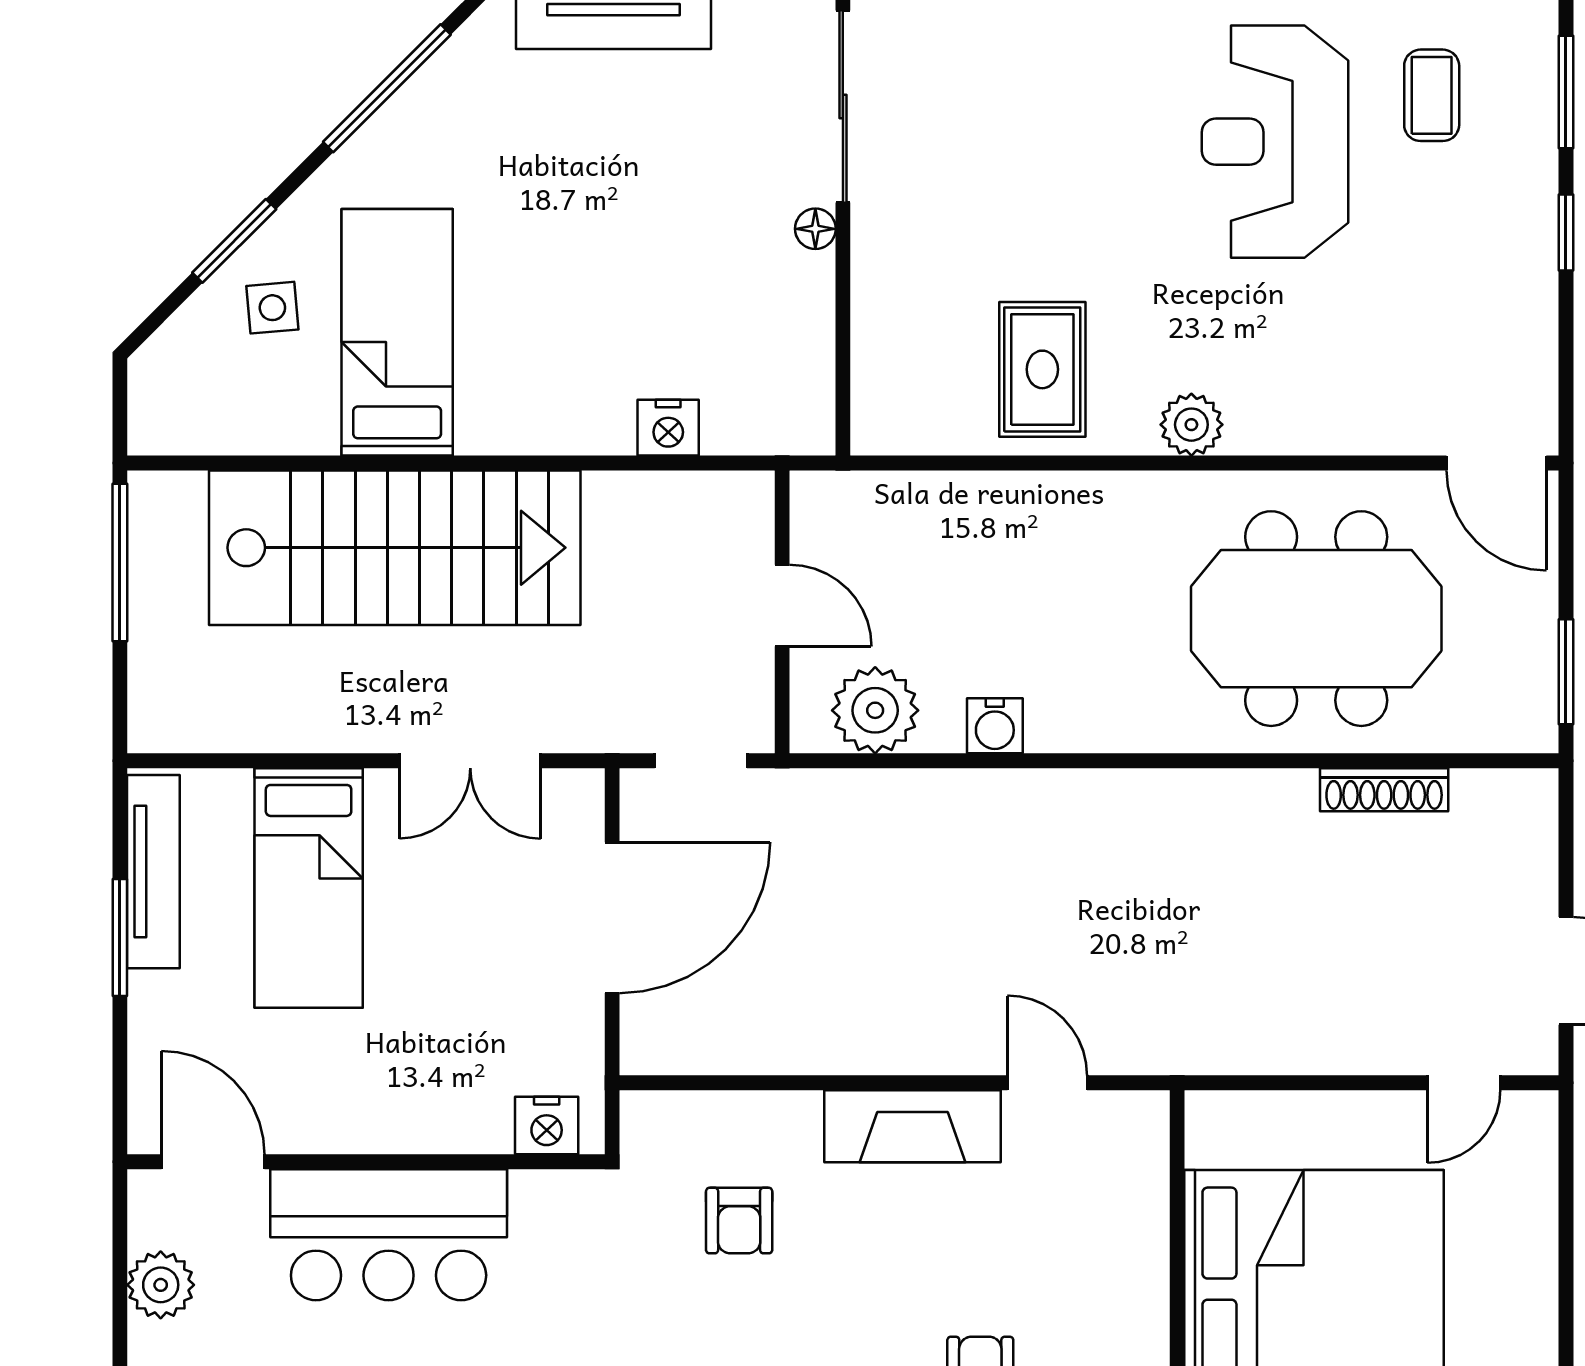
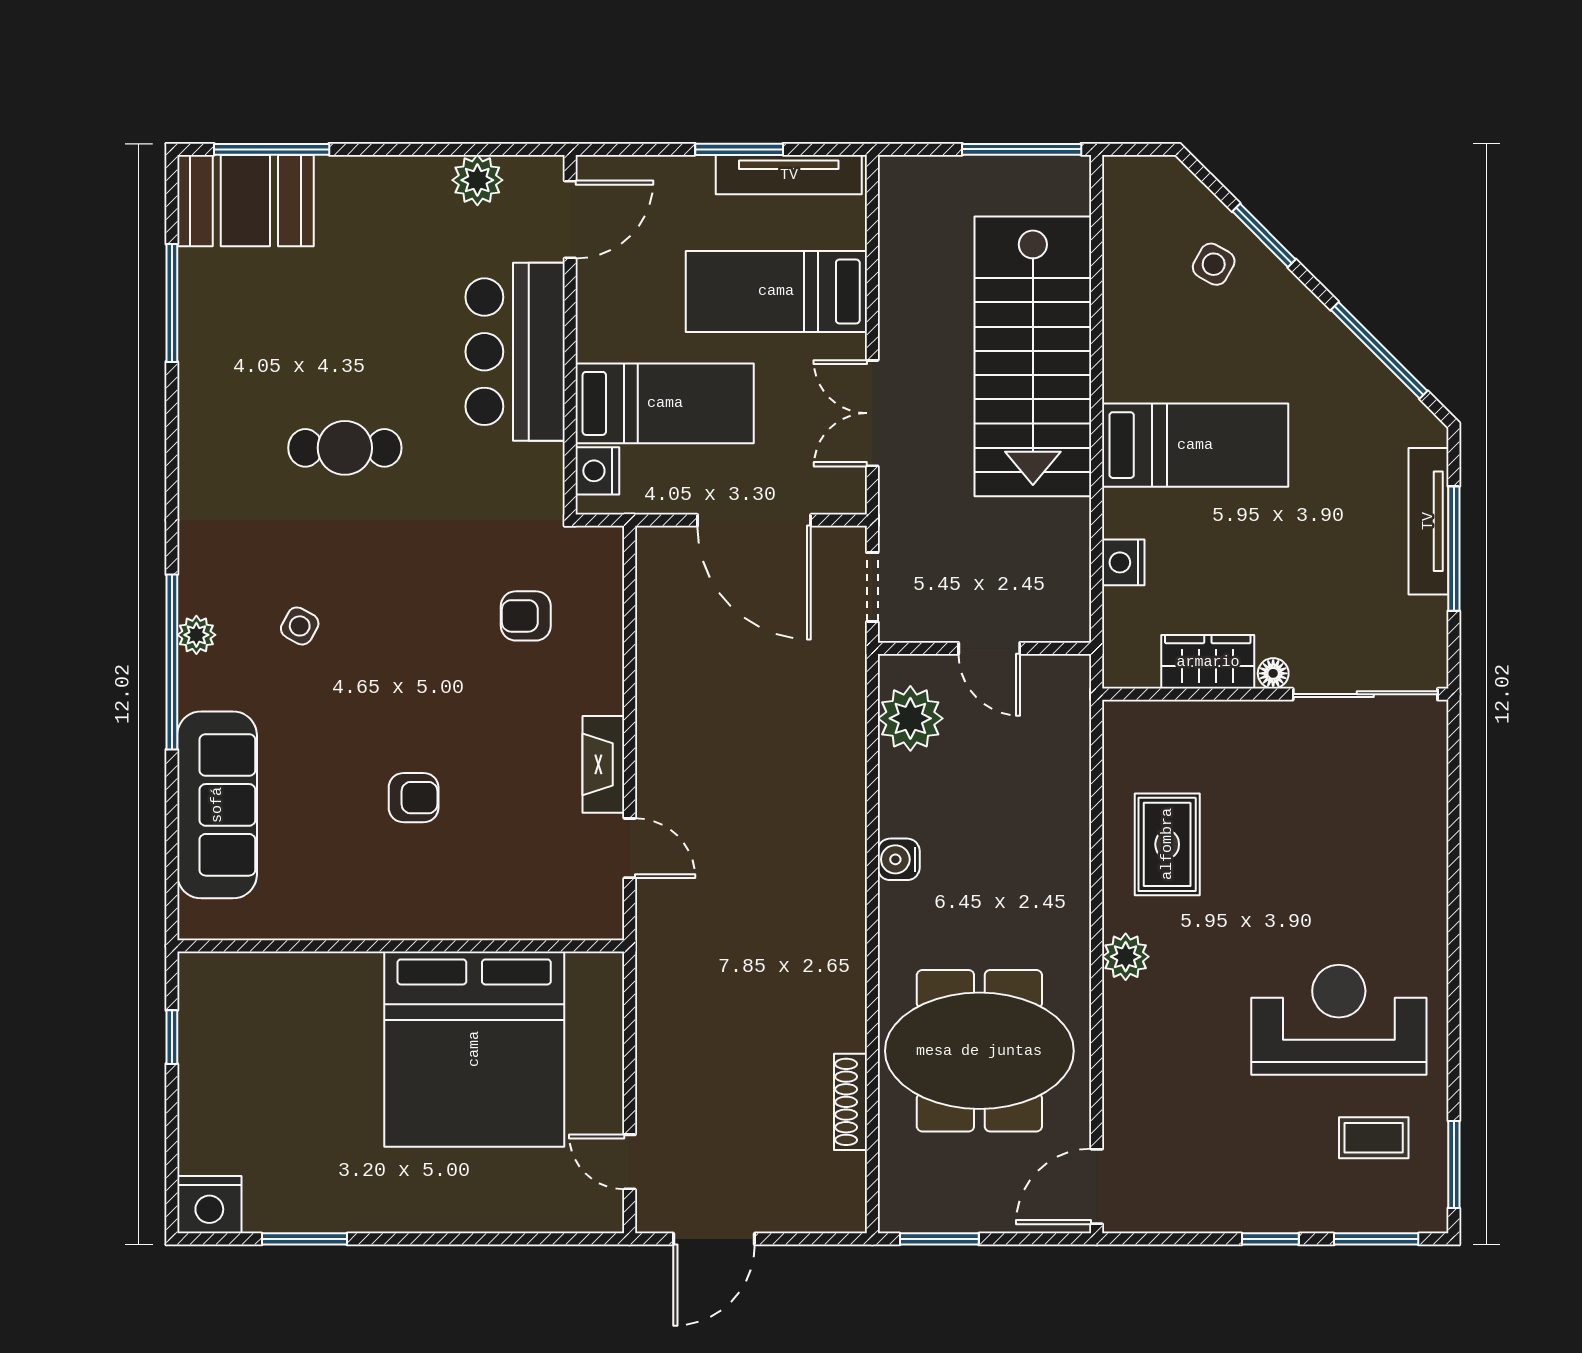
side table: (272, 308) -> (1214, 264), turned 34
wardrobe: (800, 315) -> (1208, 662), added
bed: (397, 332) -> (1195, 445), moved
rug: (1042, 369) -> (1167, 844), turned 90
door: (782, 606) -> (989, 648), hinge flipped
meeting table: (1316, 619) -> (979, 1051), turned 90
water cooler: (995, 726) -> (899, 859), moved
bed: (457, 1036) -> (665, 403), added
door: (1047, 1083) -> (630, 848), hinge flipped
fireplace: (912, 1126) -> (603, 764), width x0.73, depth x0.76

